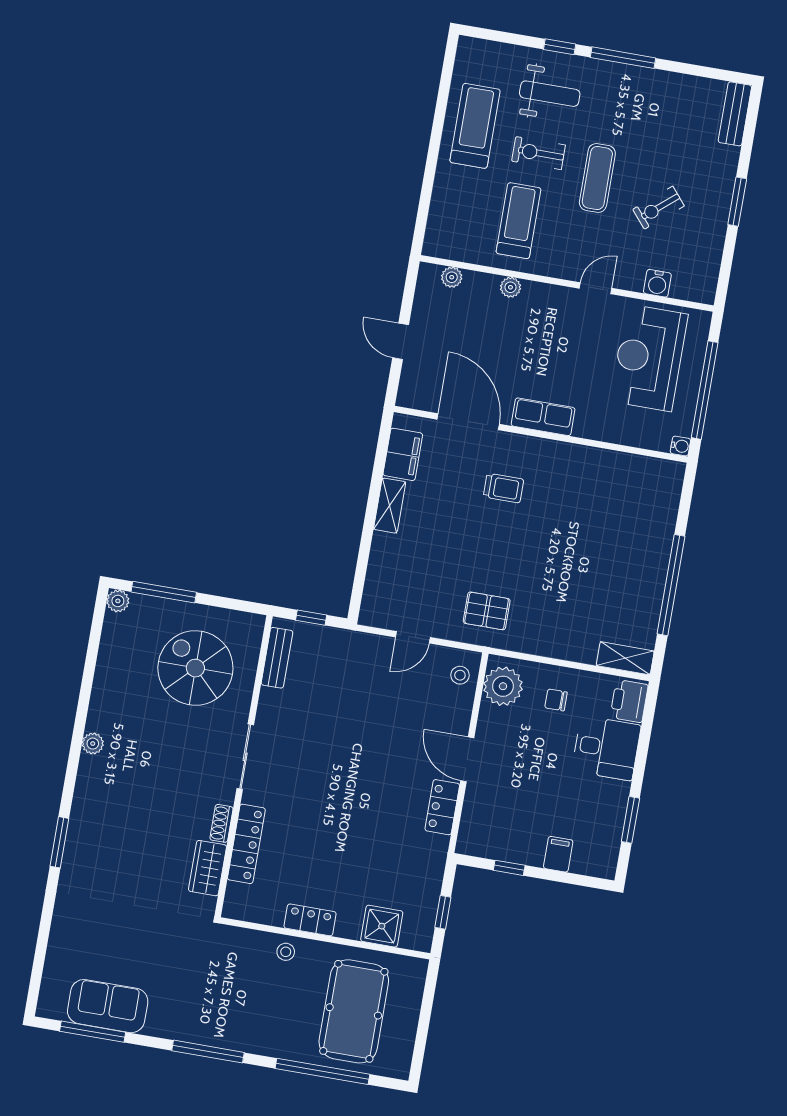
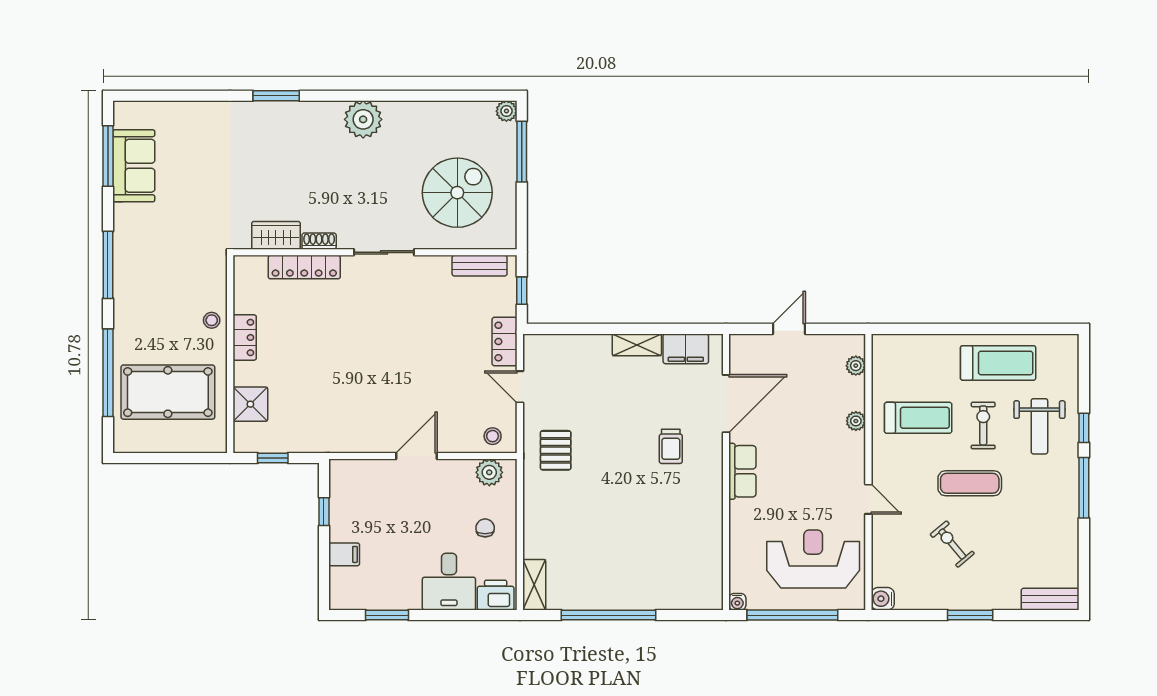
water cooler: (657, 283) -> (883, 599), moved
plant: (503, 686) -> (489, 472), width x0.73, depth x0.73
plant: (93, 744) -> (363, 119), width x1.88, depth x1.88
locker: (442, 807) -> (505, 342), moved, turned -90

